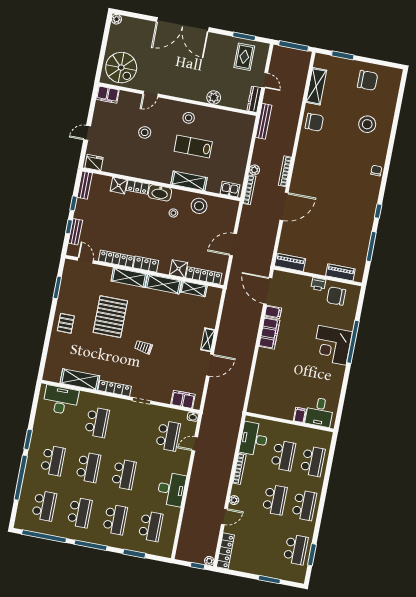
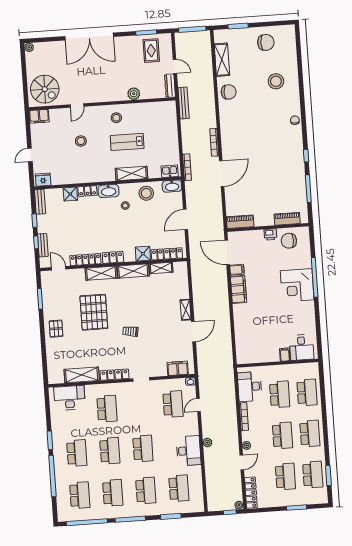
plant: (254, 170) -> (207, 443), moved
washbasin: (228, 206) -> (172, 186), added
school desk: (266, 544) -> (285, 477), added

